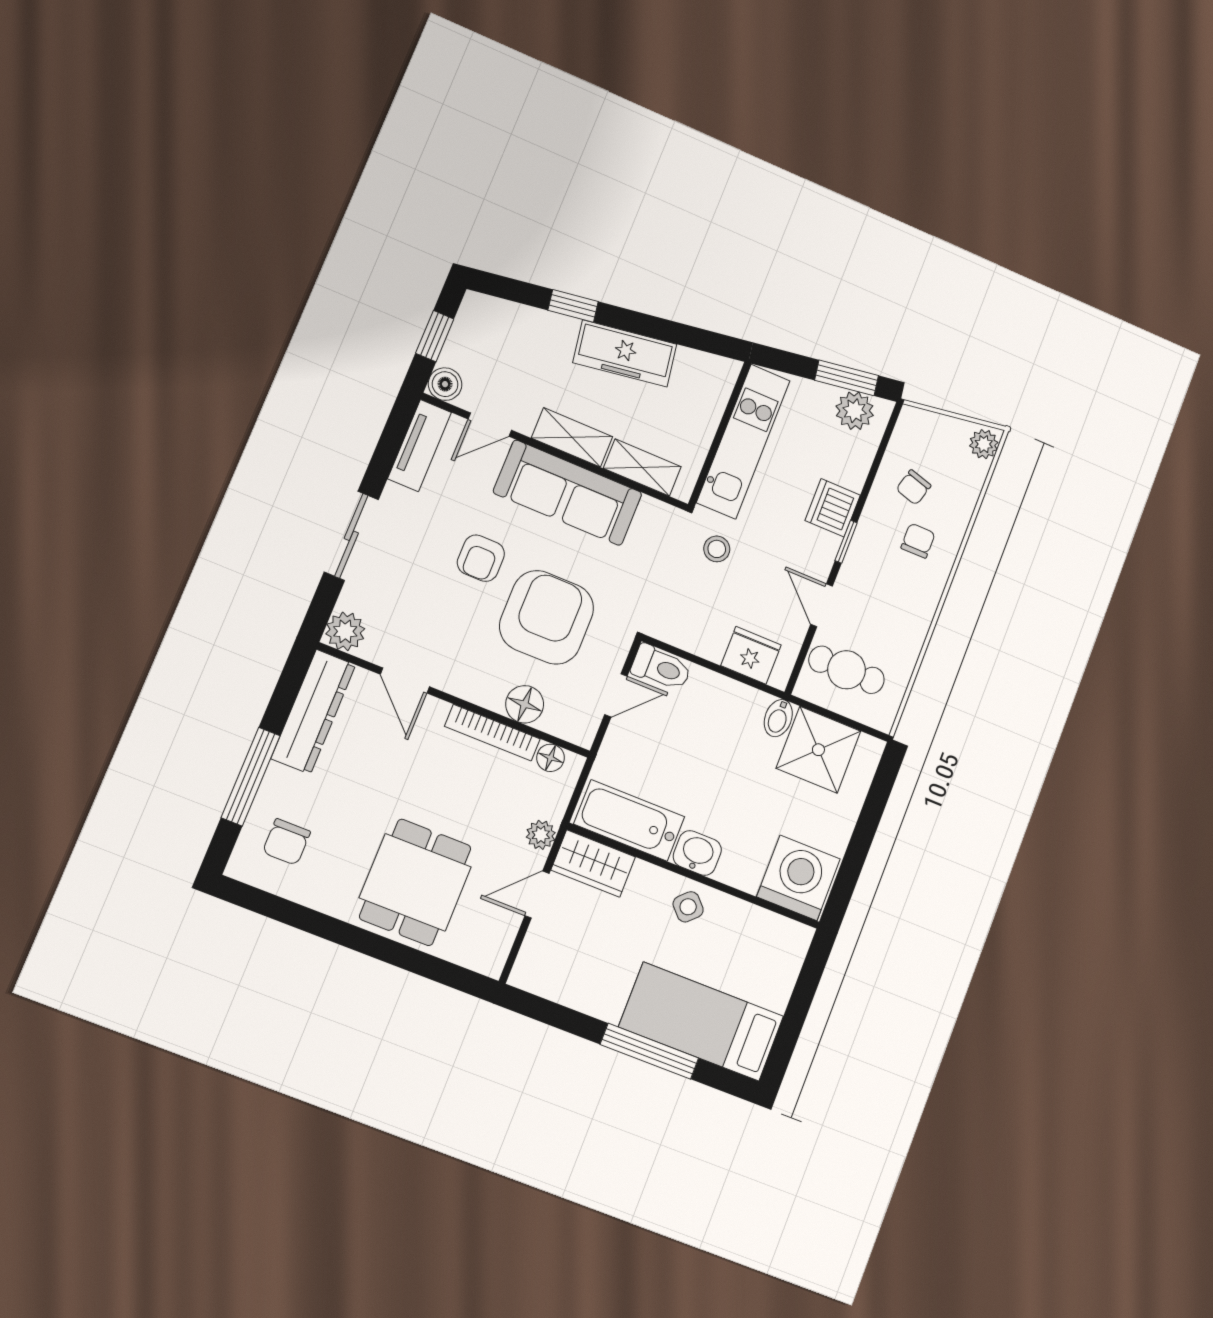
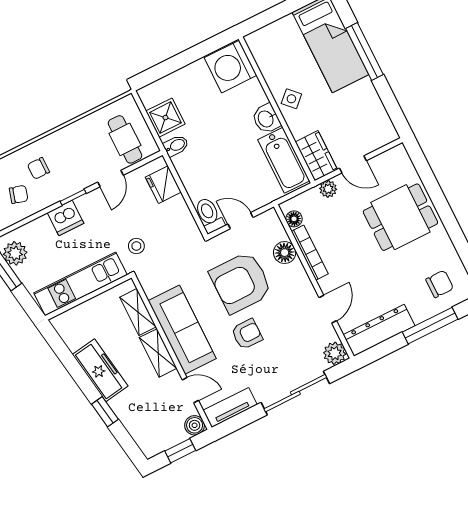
sliding door: (351, 536) -> (295, 393), width x1.37
shower: (818, 750) -> (165, 118), width x0.73, depth x0.73

